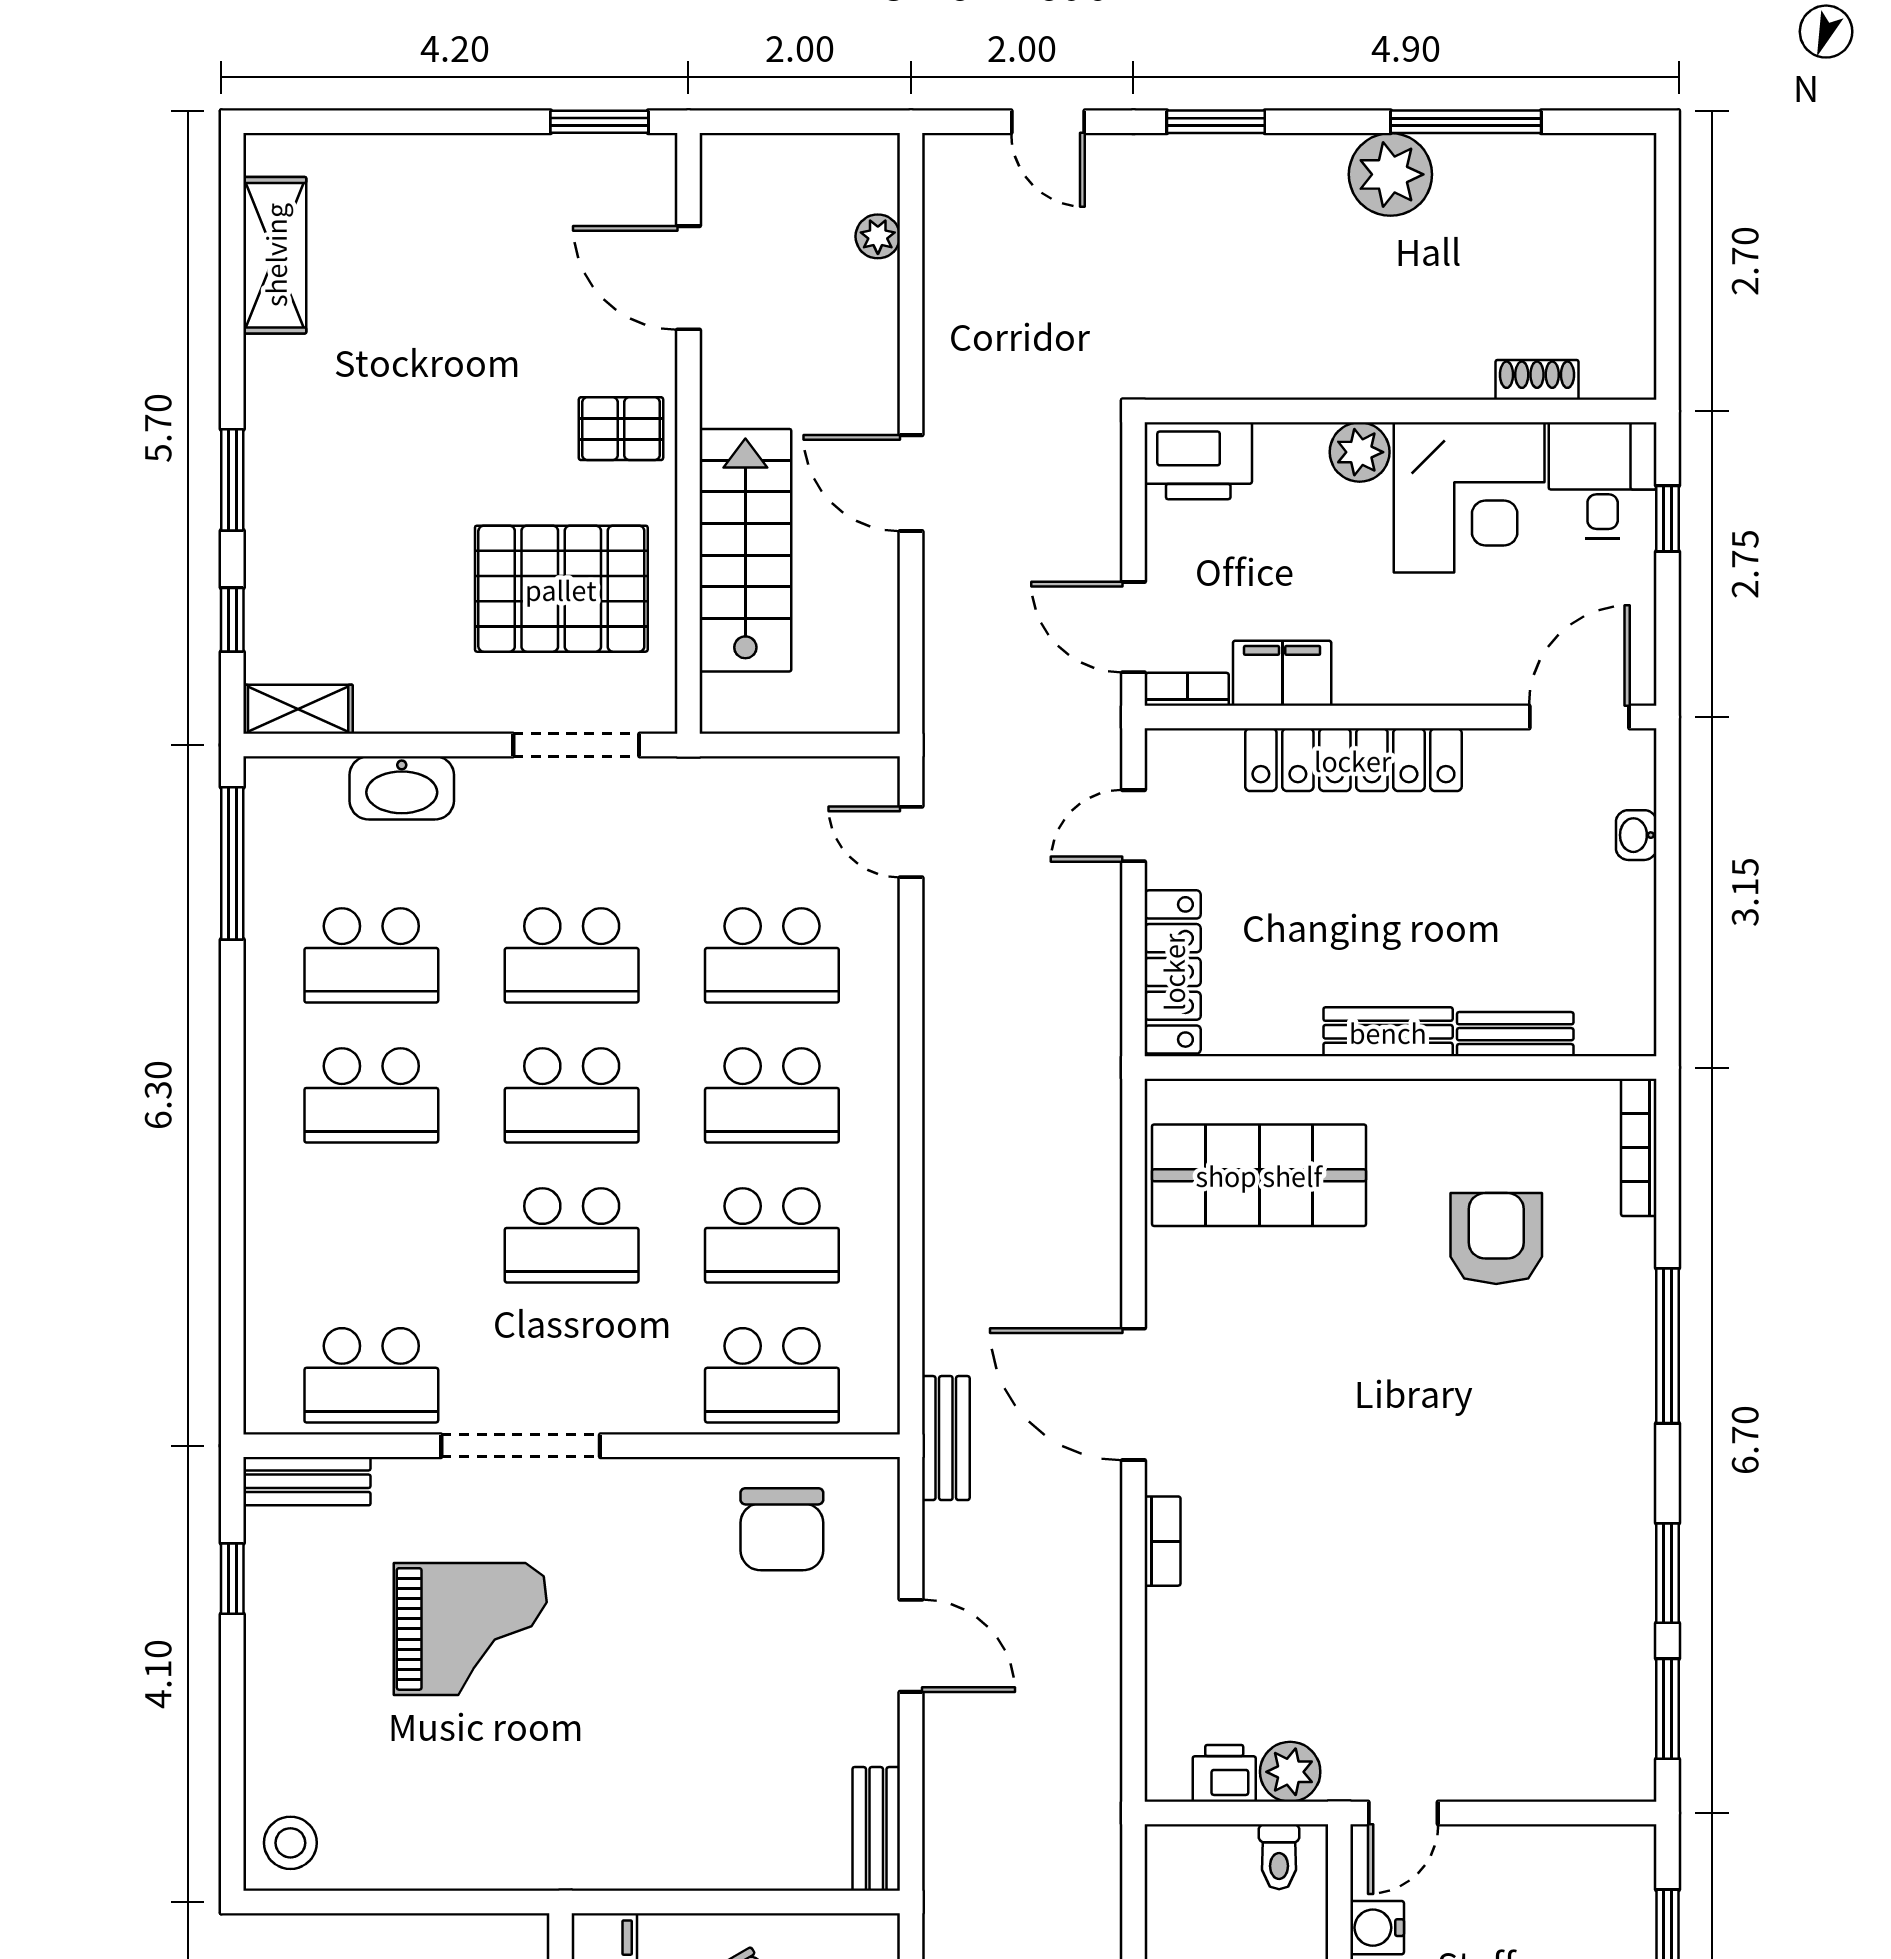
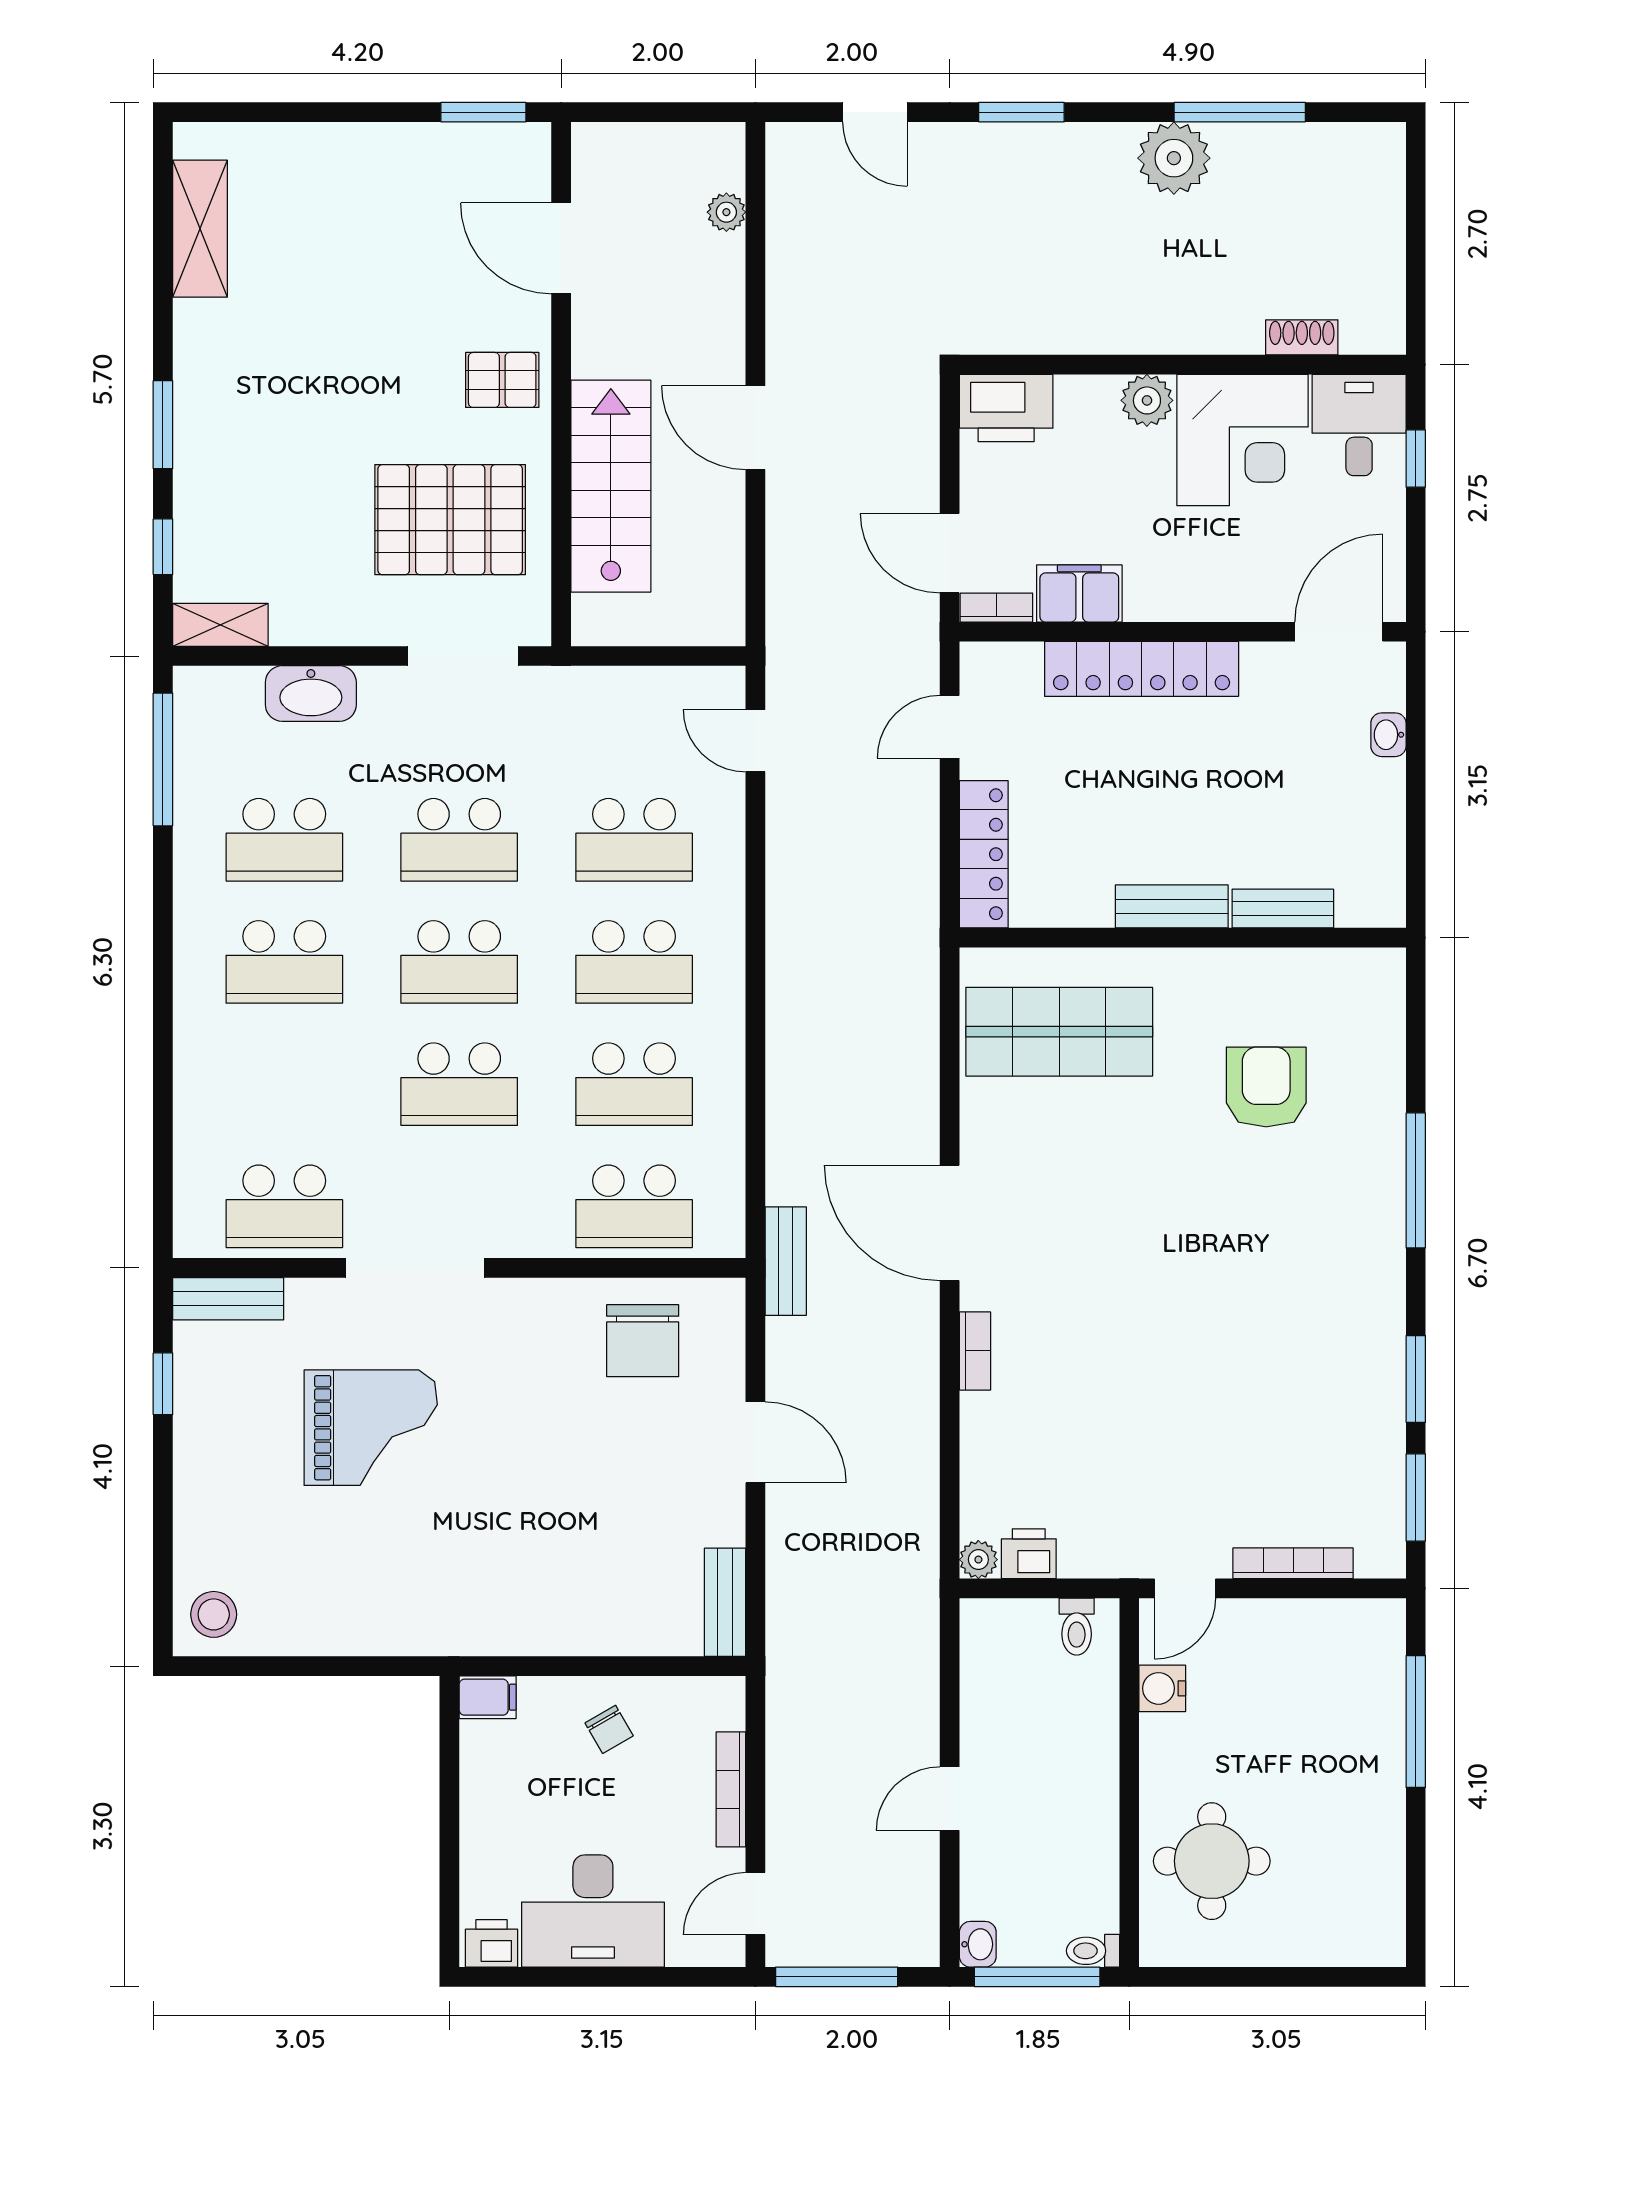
bookcase: (1639, 1147) -> (1293, 1563), moved, turned 90
plant: (1290, 1772) -> (978, 1560), moved, width x0.73, depth x0.73

